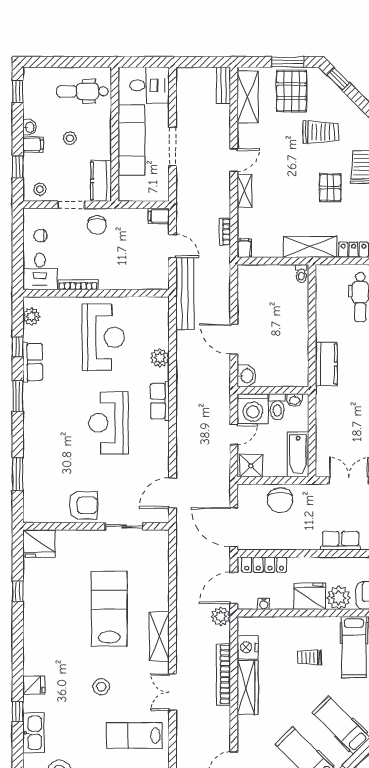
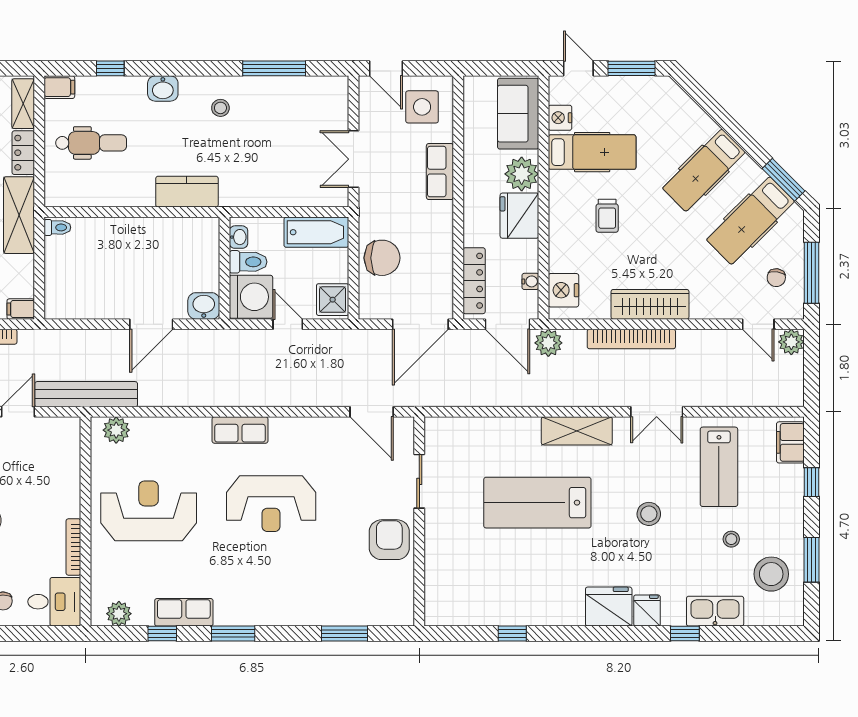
plant: (160, 358) -> (116, 430), moved
fridge: (39, 543) -> (609, 607), moved, turned -90
nightstand: (248, 647) -> (563, 290), moved, turned 90
stool: (84, 744) -> (731, 539), added

